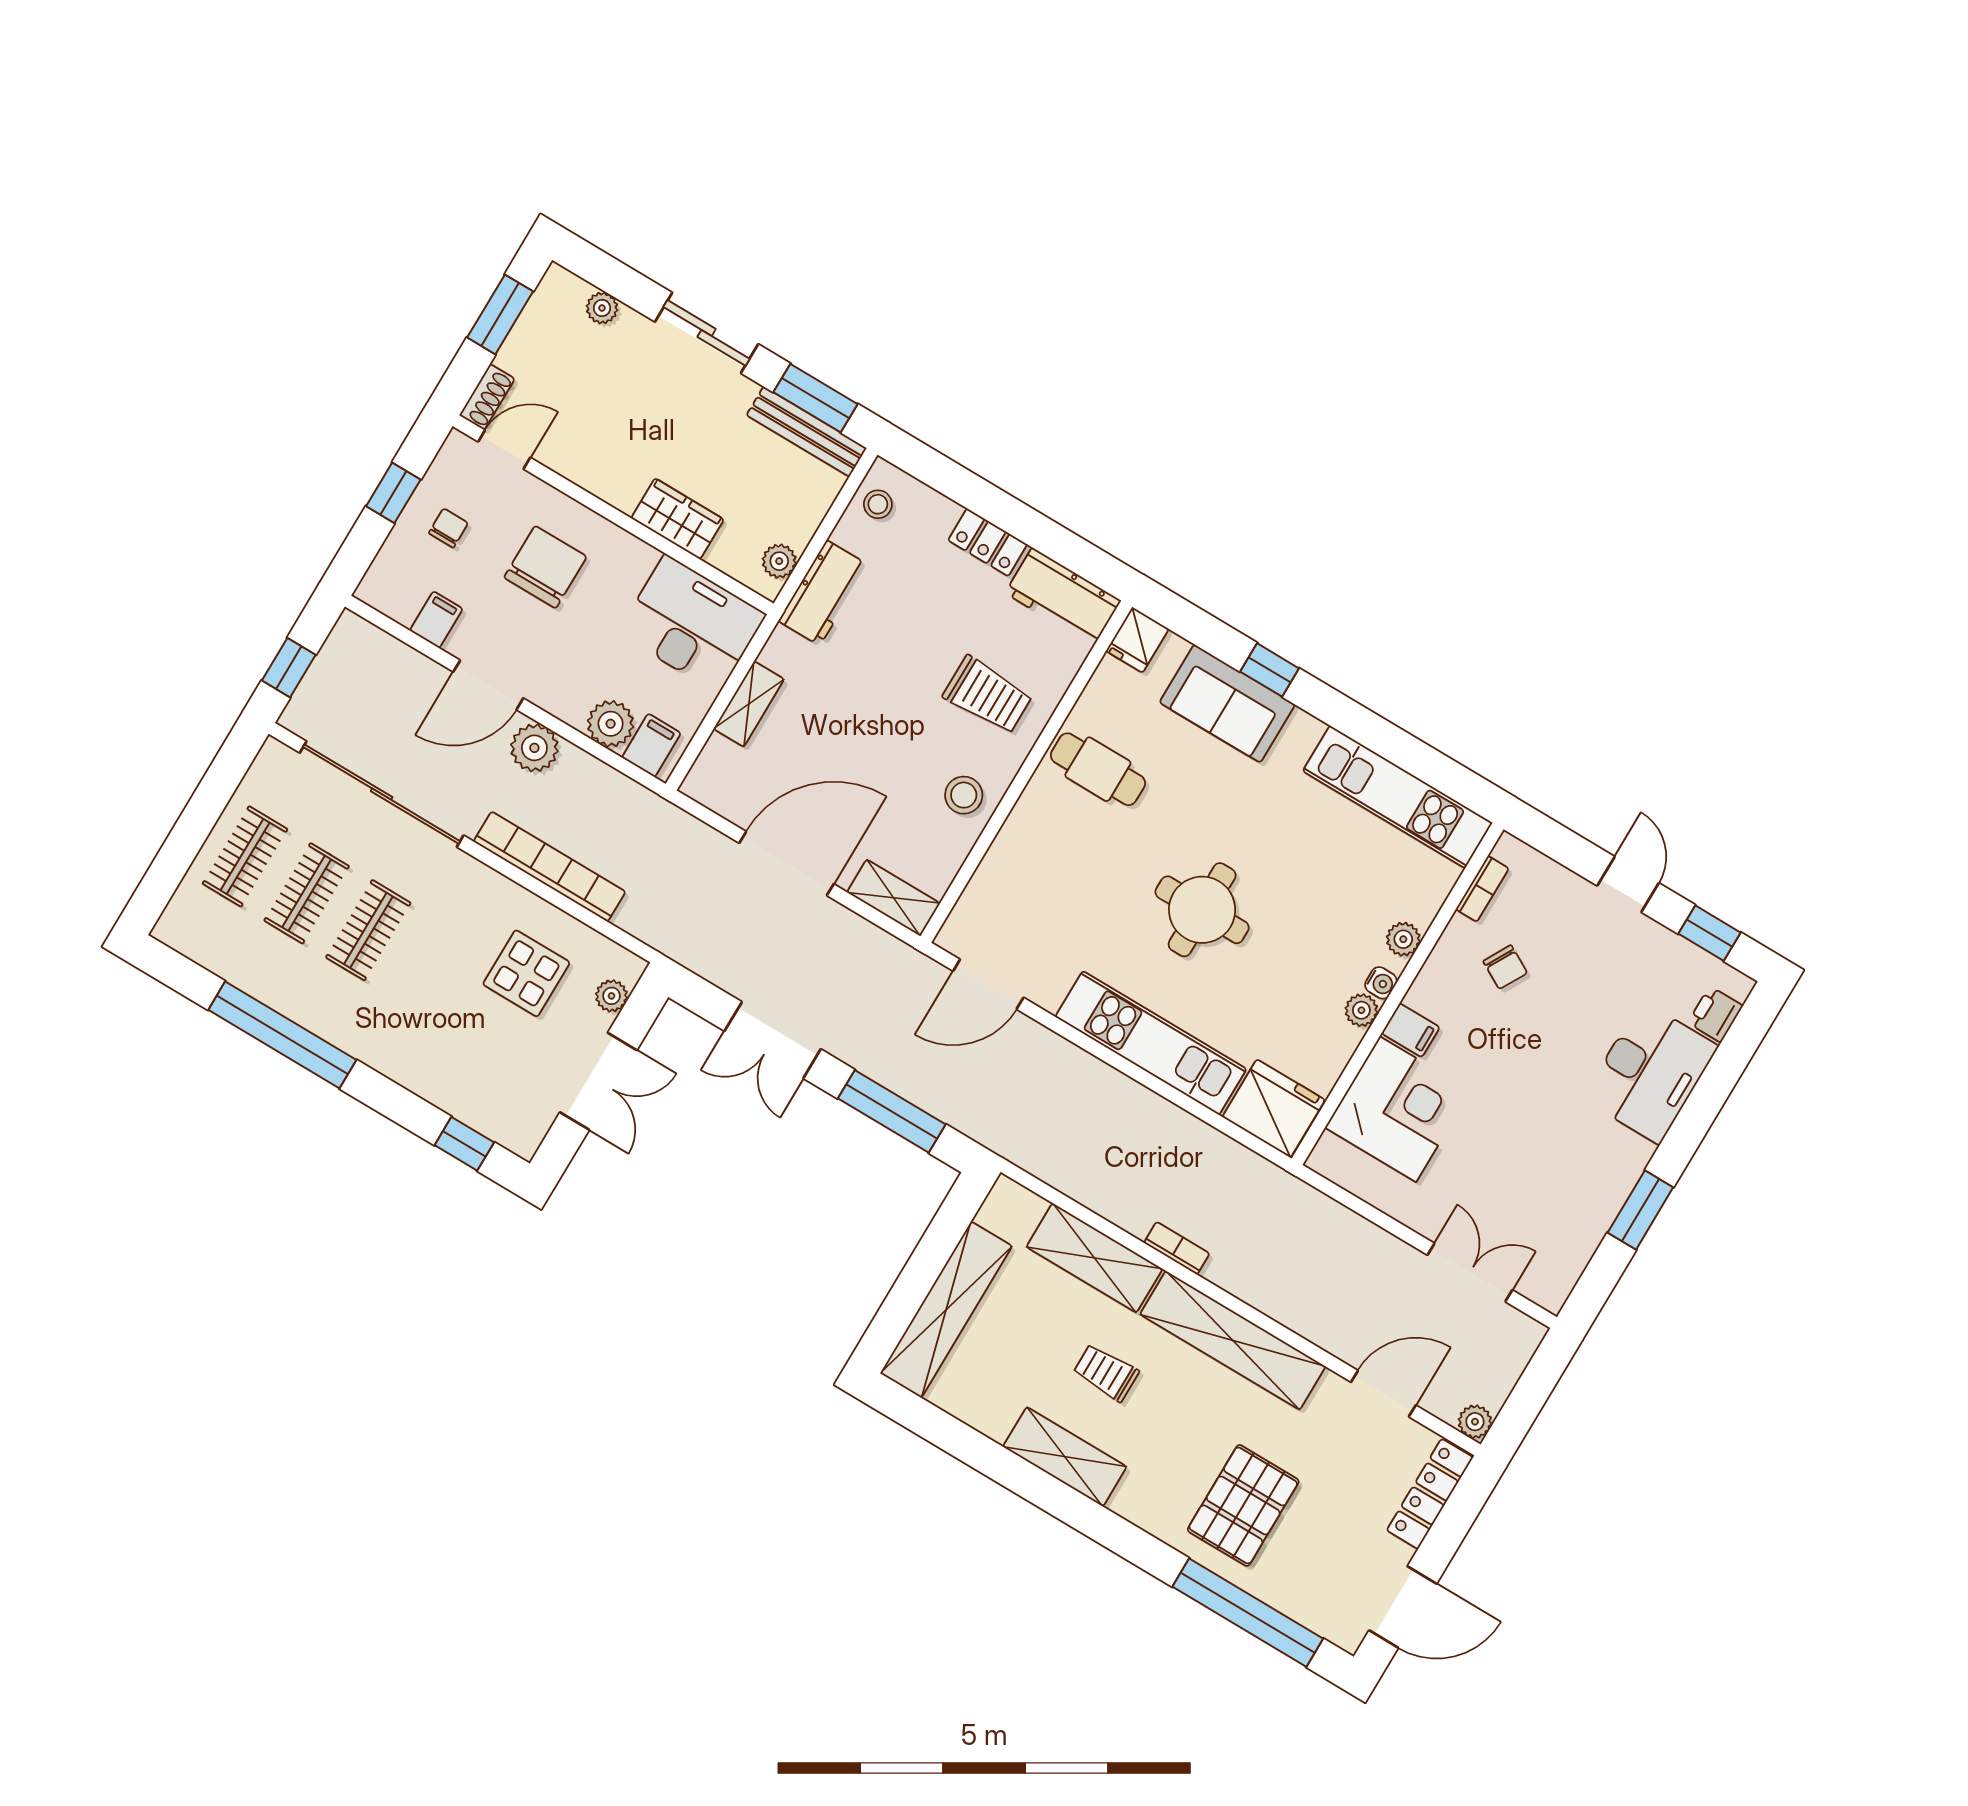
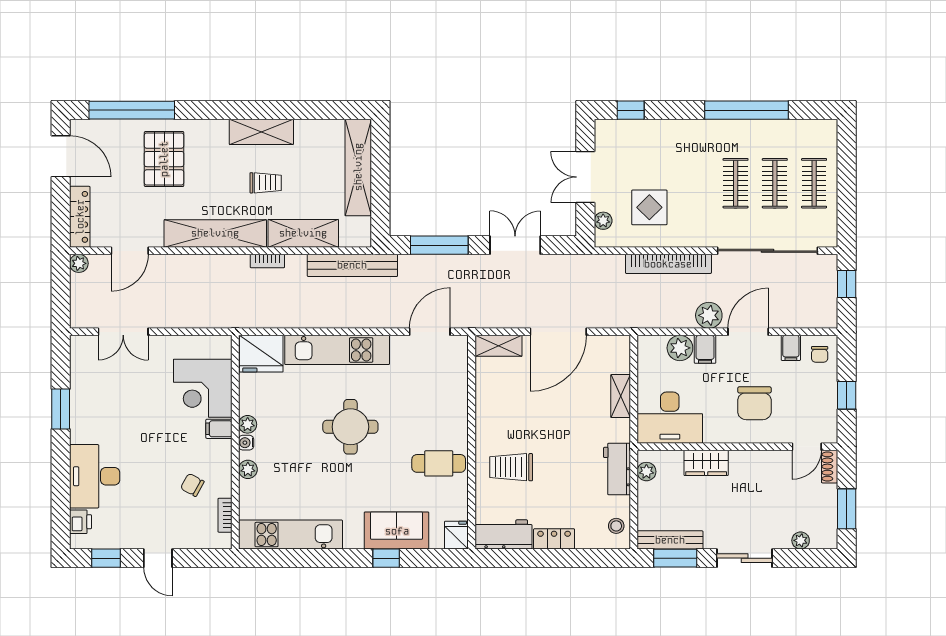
chair: (448, 528) -> (820, 354), moved
filing cabinet: (651, 745) -> (705, 349), moved
stool: (964, 795) -> (494, 414), removed
bench: (1047, 1161) -> (352, 265), added
door: (1403, 1607) -> (61, 156), swing flipped

